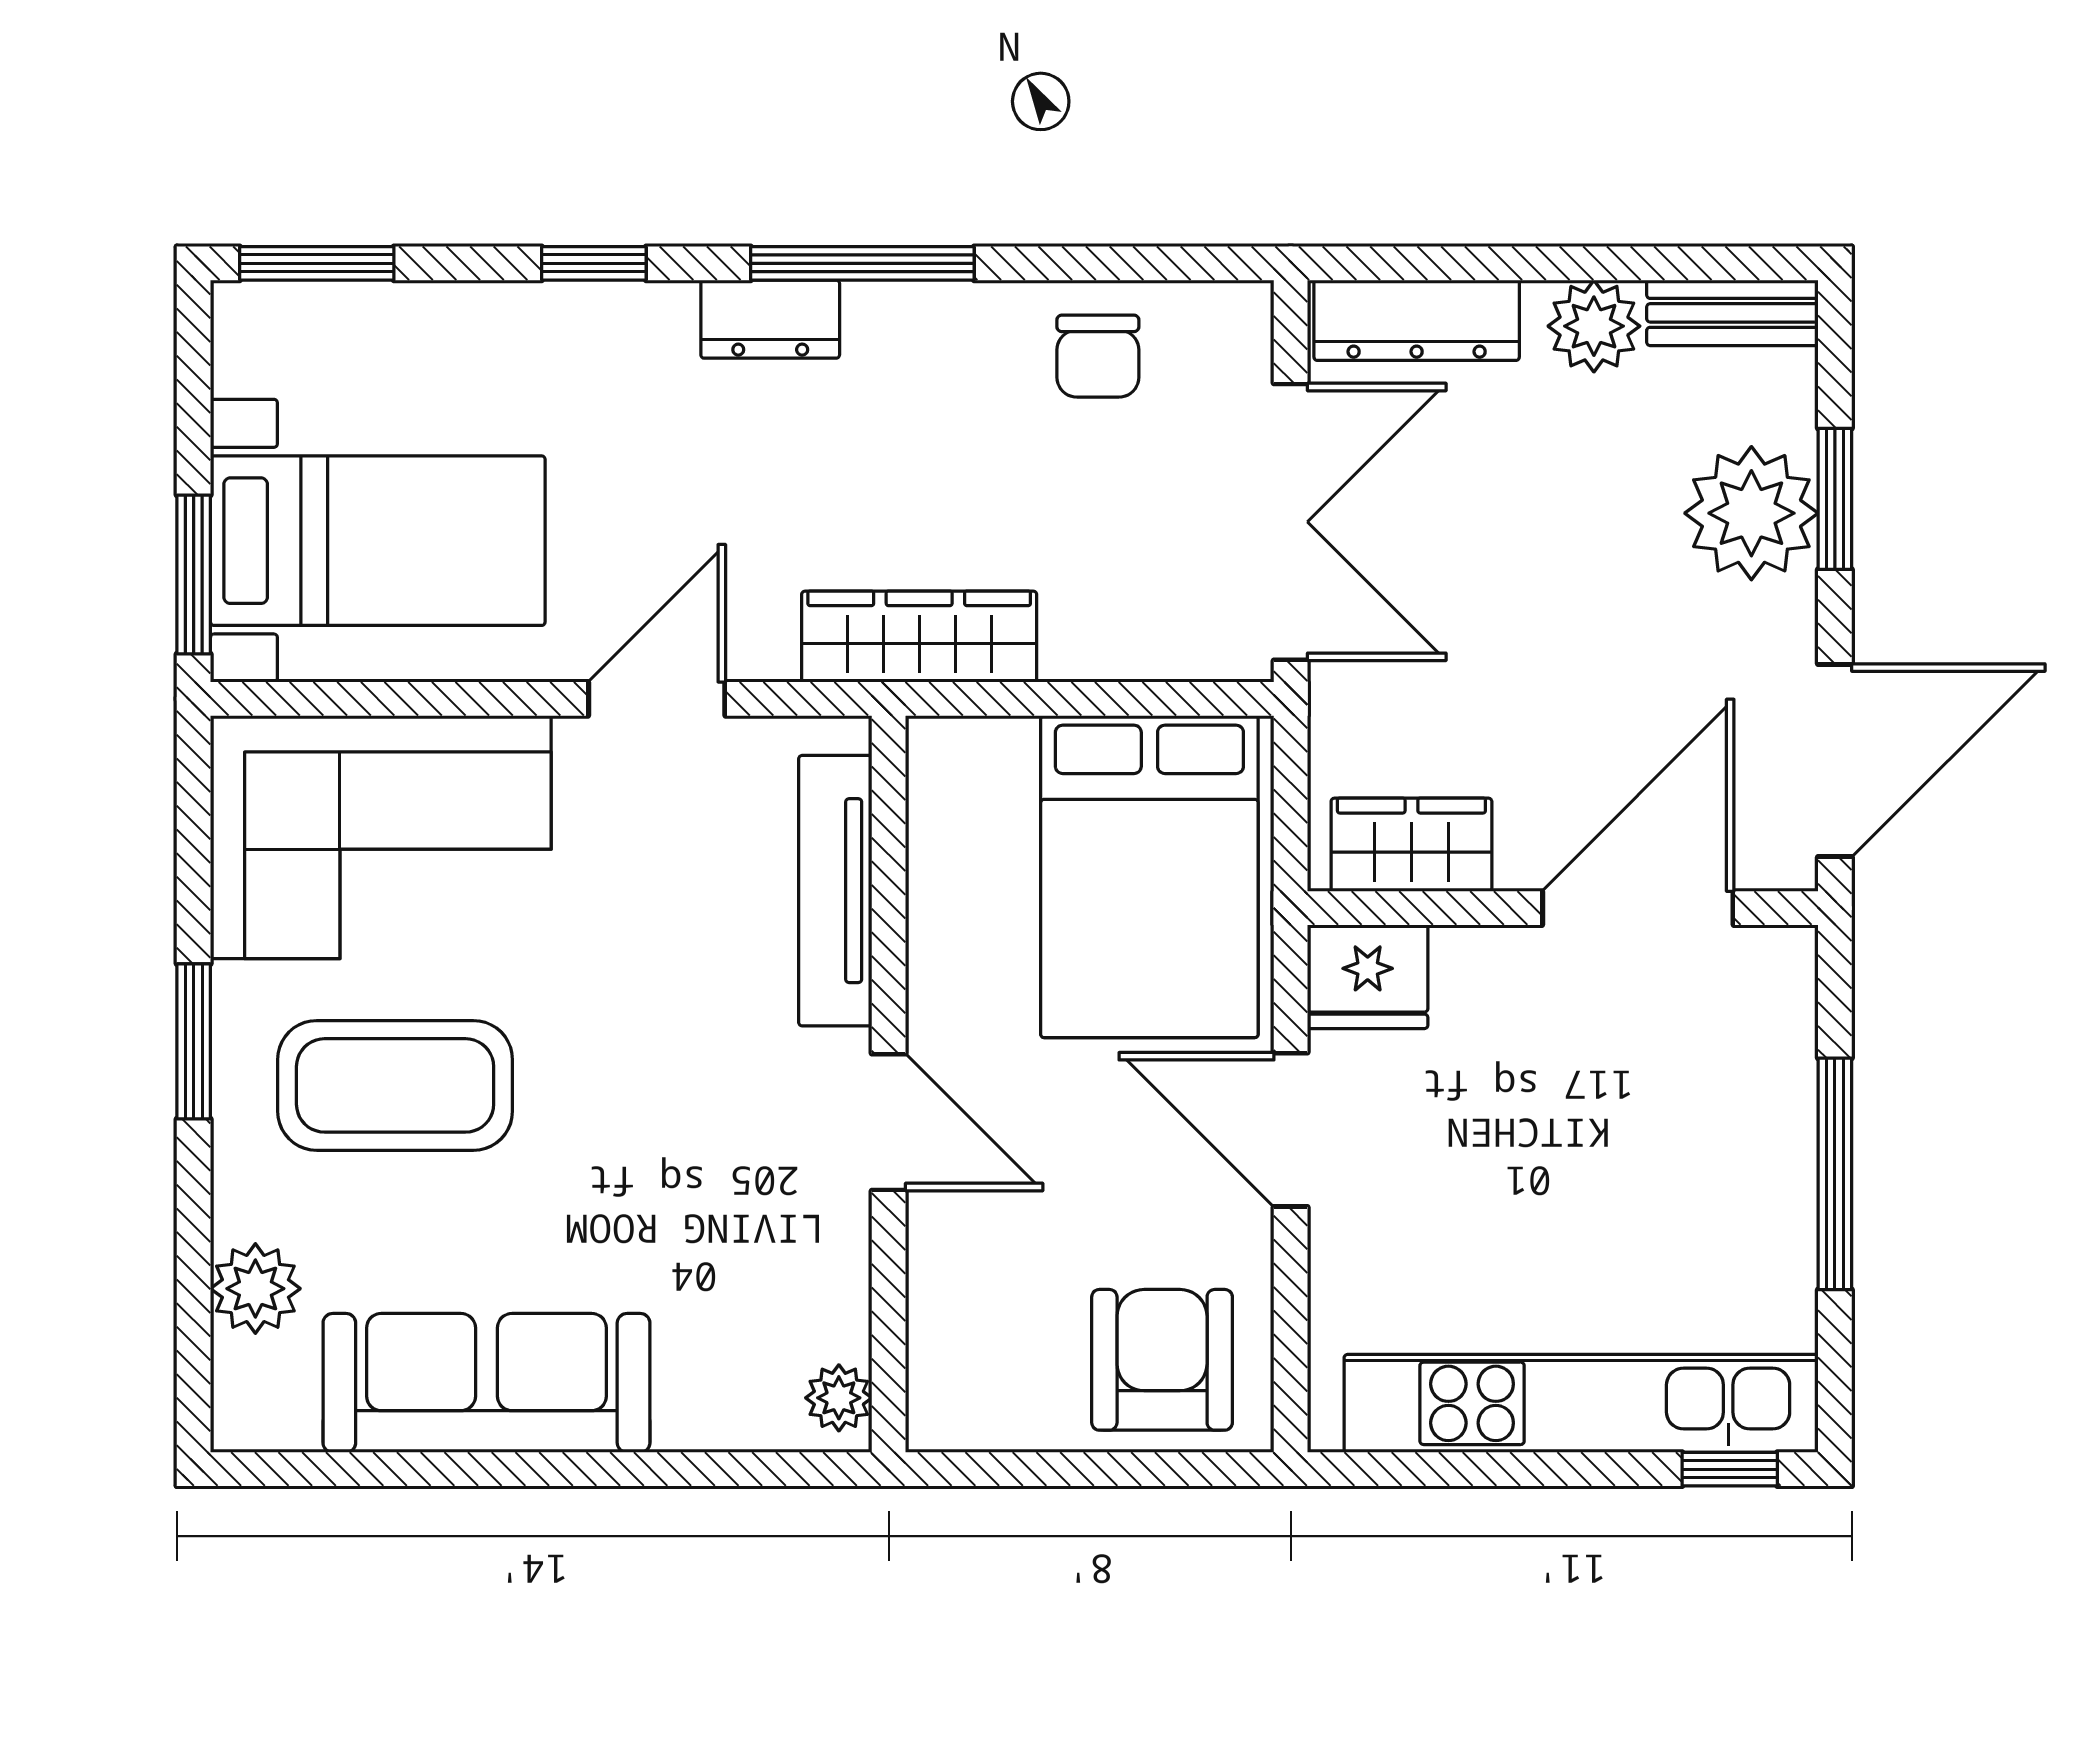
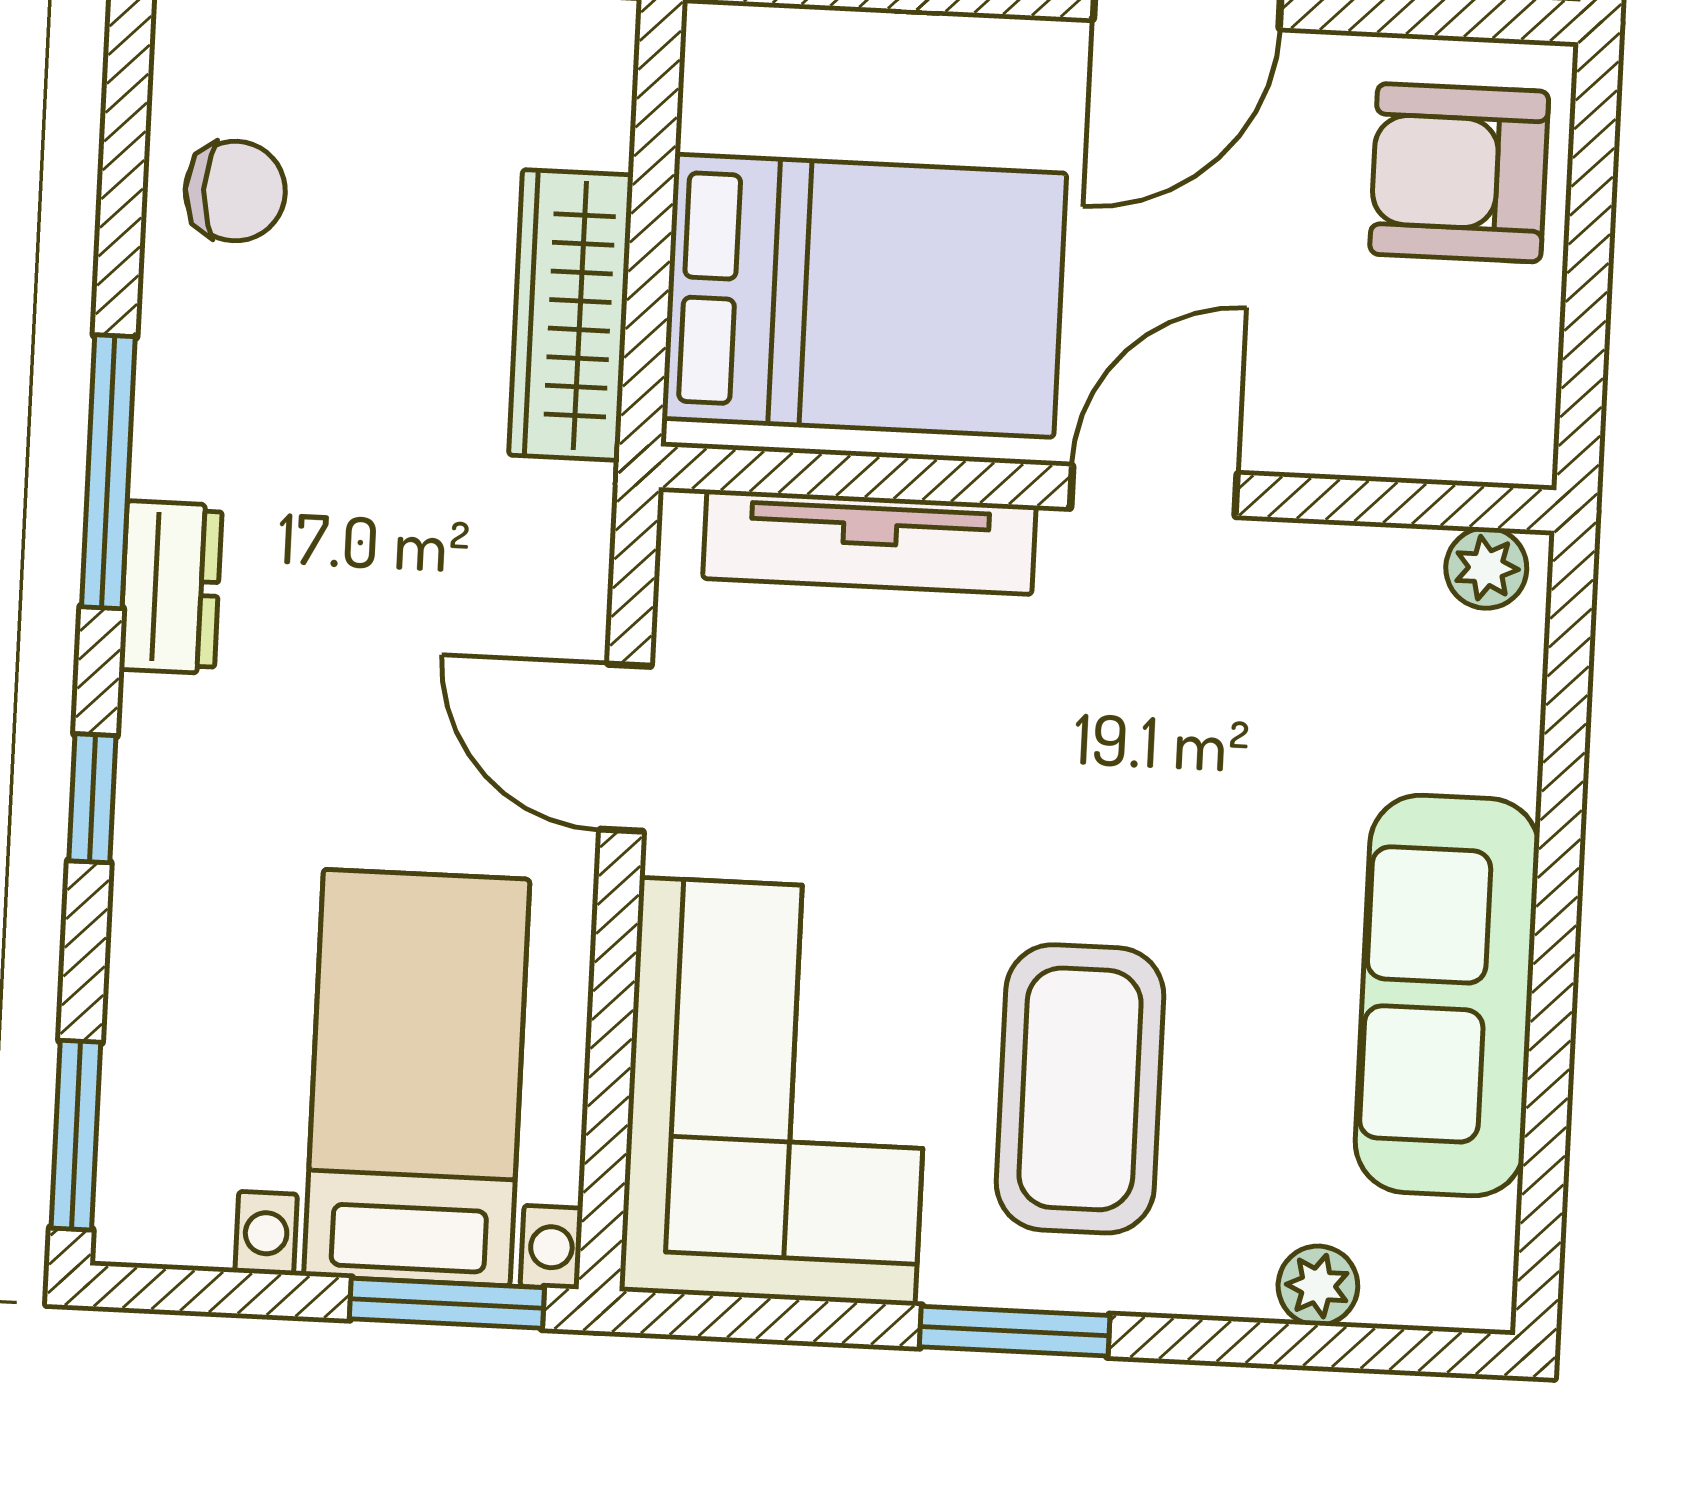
wardrobe: (919, 637) -> (571, 315), moved
bed: (1149, 877) -> (864, 296), moved
plant: (255, 1289) -> (1318, 1286), width x0.73, depth x0.73

